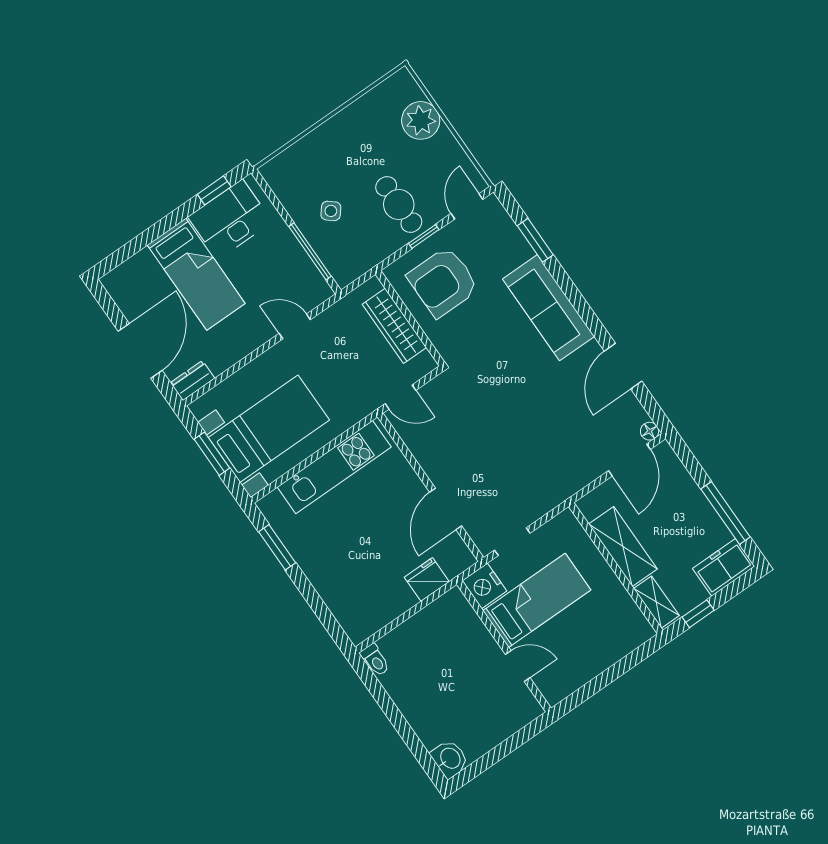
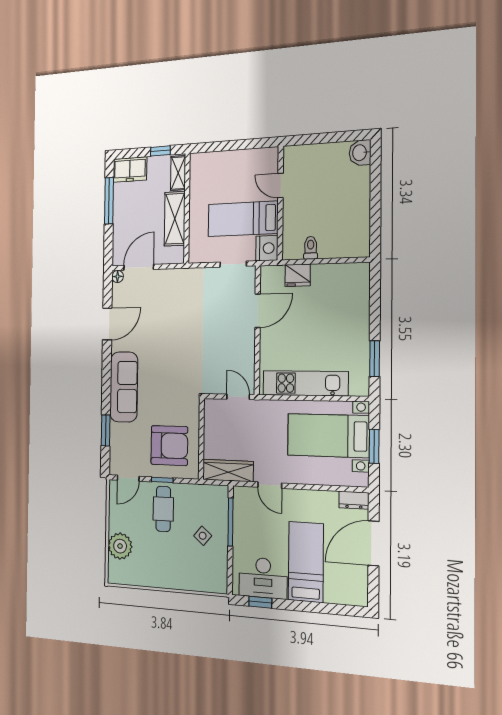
wardrobe: (394, 326) -> (228, 471), moved, turned -90
toilet: (375, 660) -> (311, 248), moved

